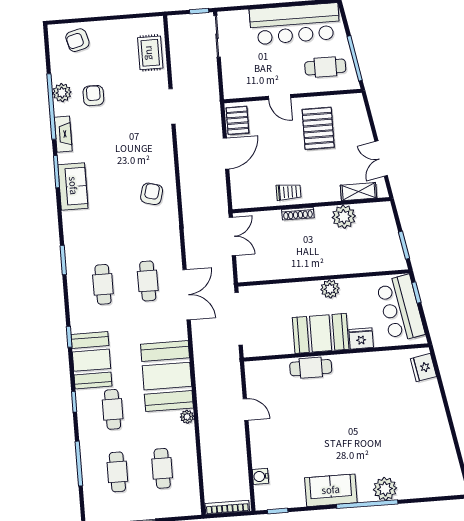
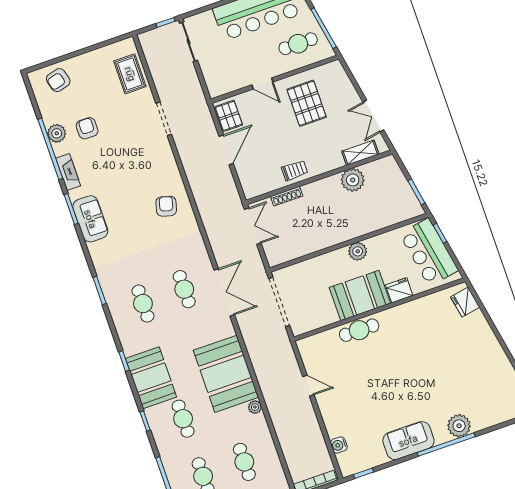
shoe rack: (298, 214) -> (287, 196), moved

